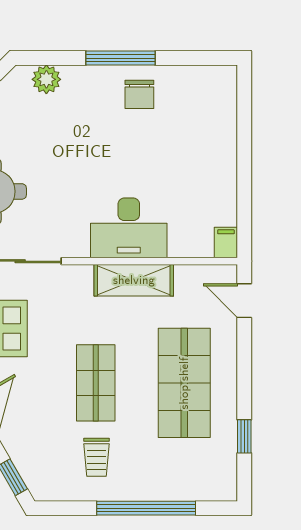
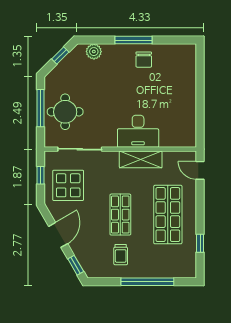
filing cabinet: (226, 243) -> (190, 139), removed

